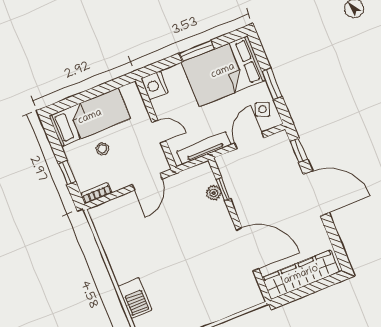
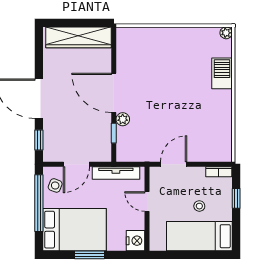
window: (272, 84) -> (39, 203), width x2.11
plant: (214, 193) -> (123, 119), moved
door: (247, 249) -> (114, 93), moved

